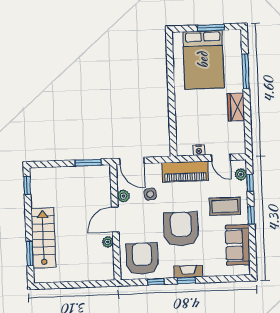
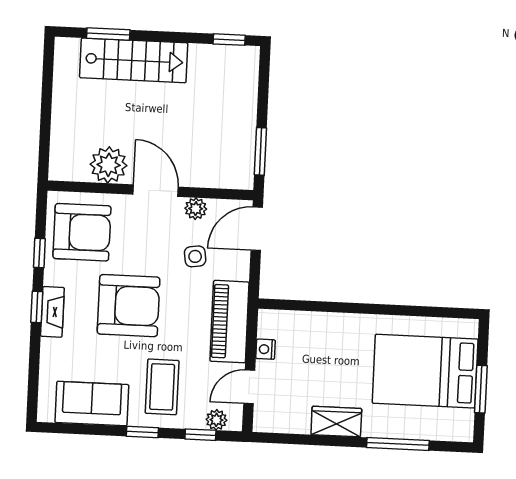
plant: (108, 242) -> (109, 165), width x1.87, depth x1.87

